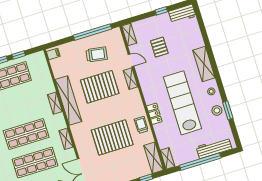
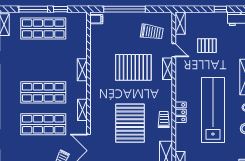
window: (92, 32) -> (125, 9), moved
pallet: (159, 47) -> (207, 46), turned 90
trolley: (97, 54) -> (152, 32), moved
shelving: (68, 100) -> (97, 71), removed
pallet: (112, 137) -> (130, 123), turned 90

